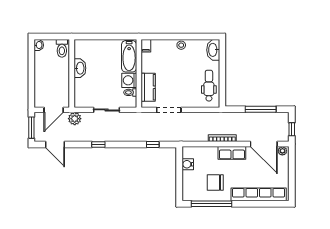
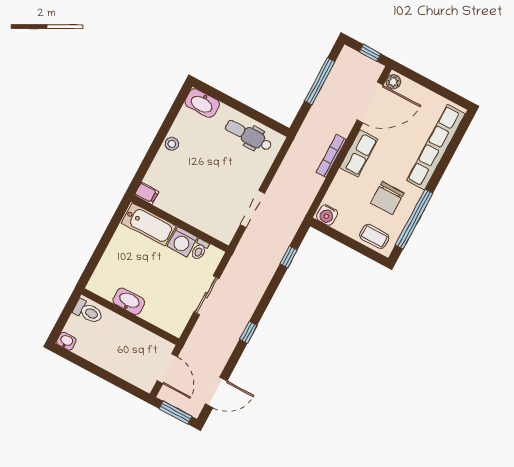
kitchen counter: (148, 87) -> (206, 221), removed
plant: (75, 119) -> (195, 346), removed
water cooler: (188, 164) -> (327, 215), moved
coffee table: (190, 187) -> (374, 236), added

